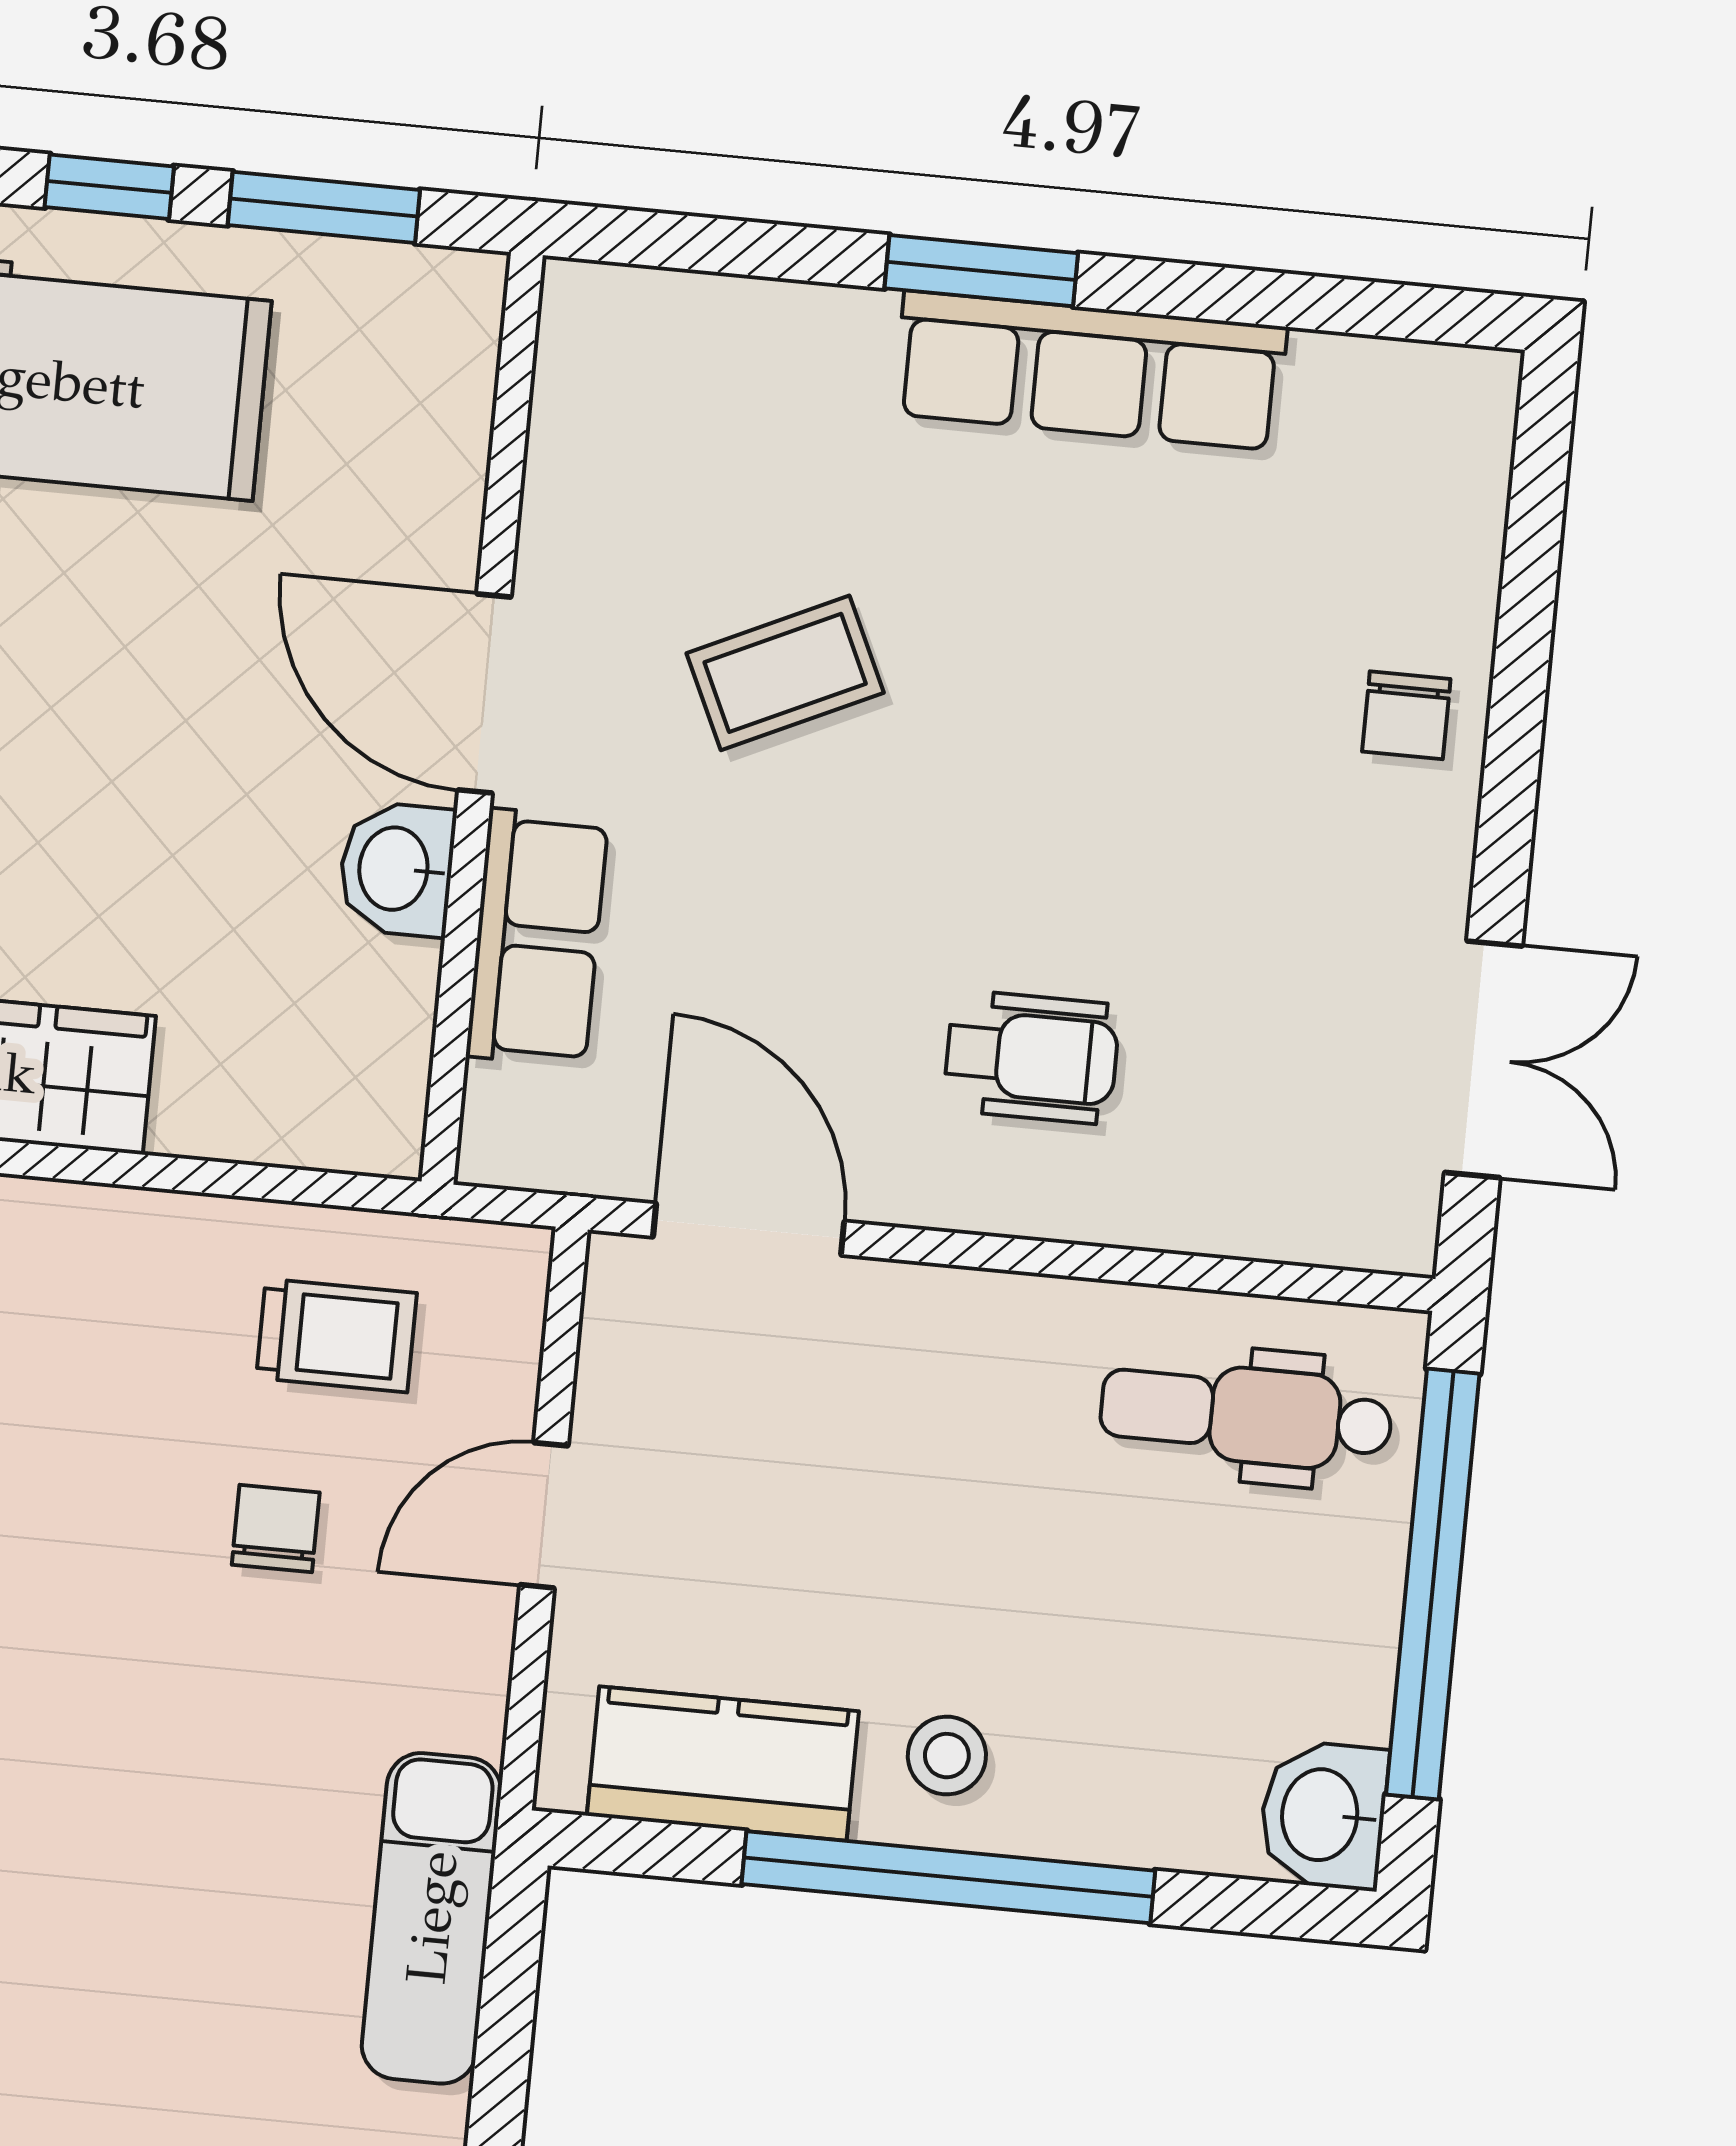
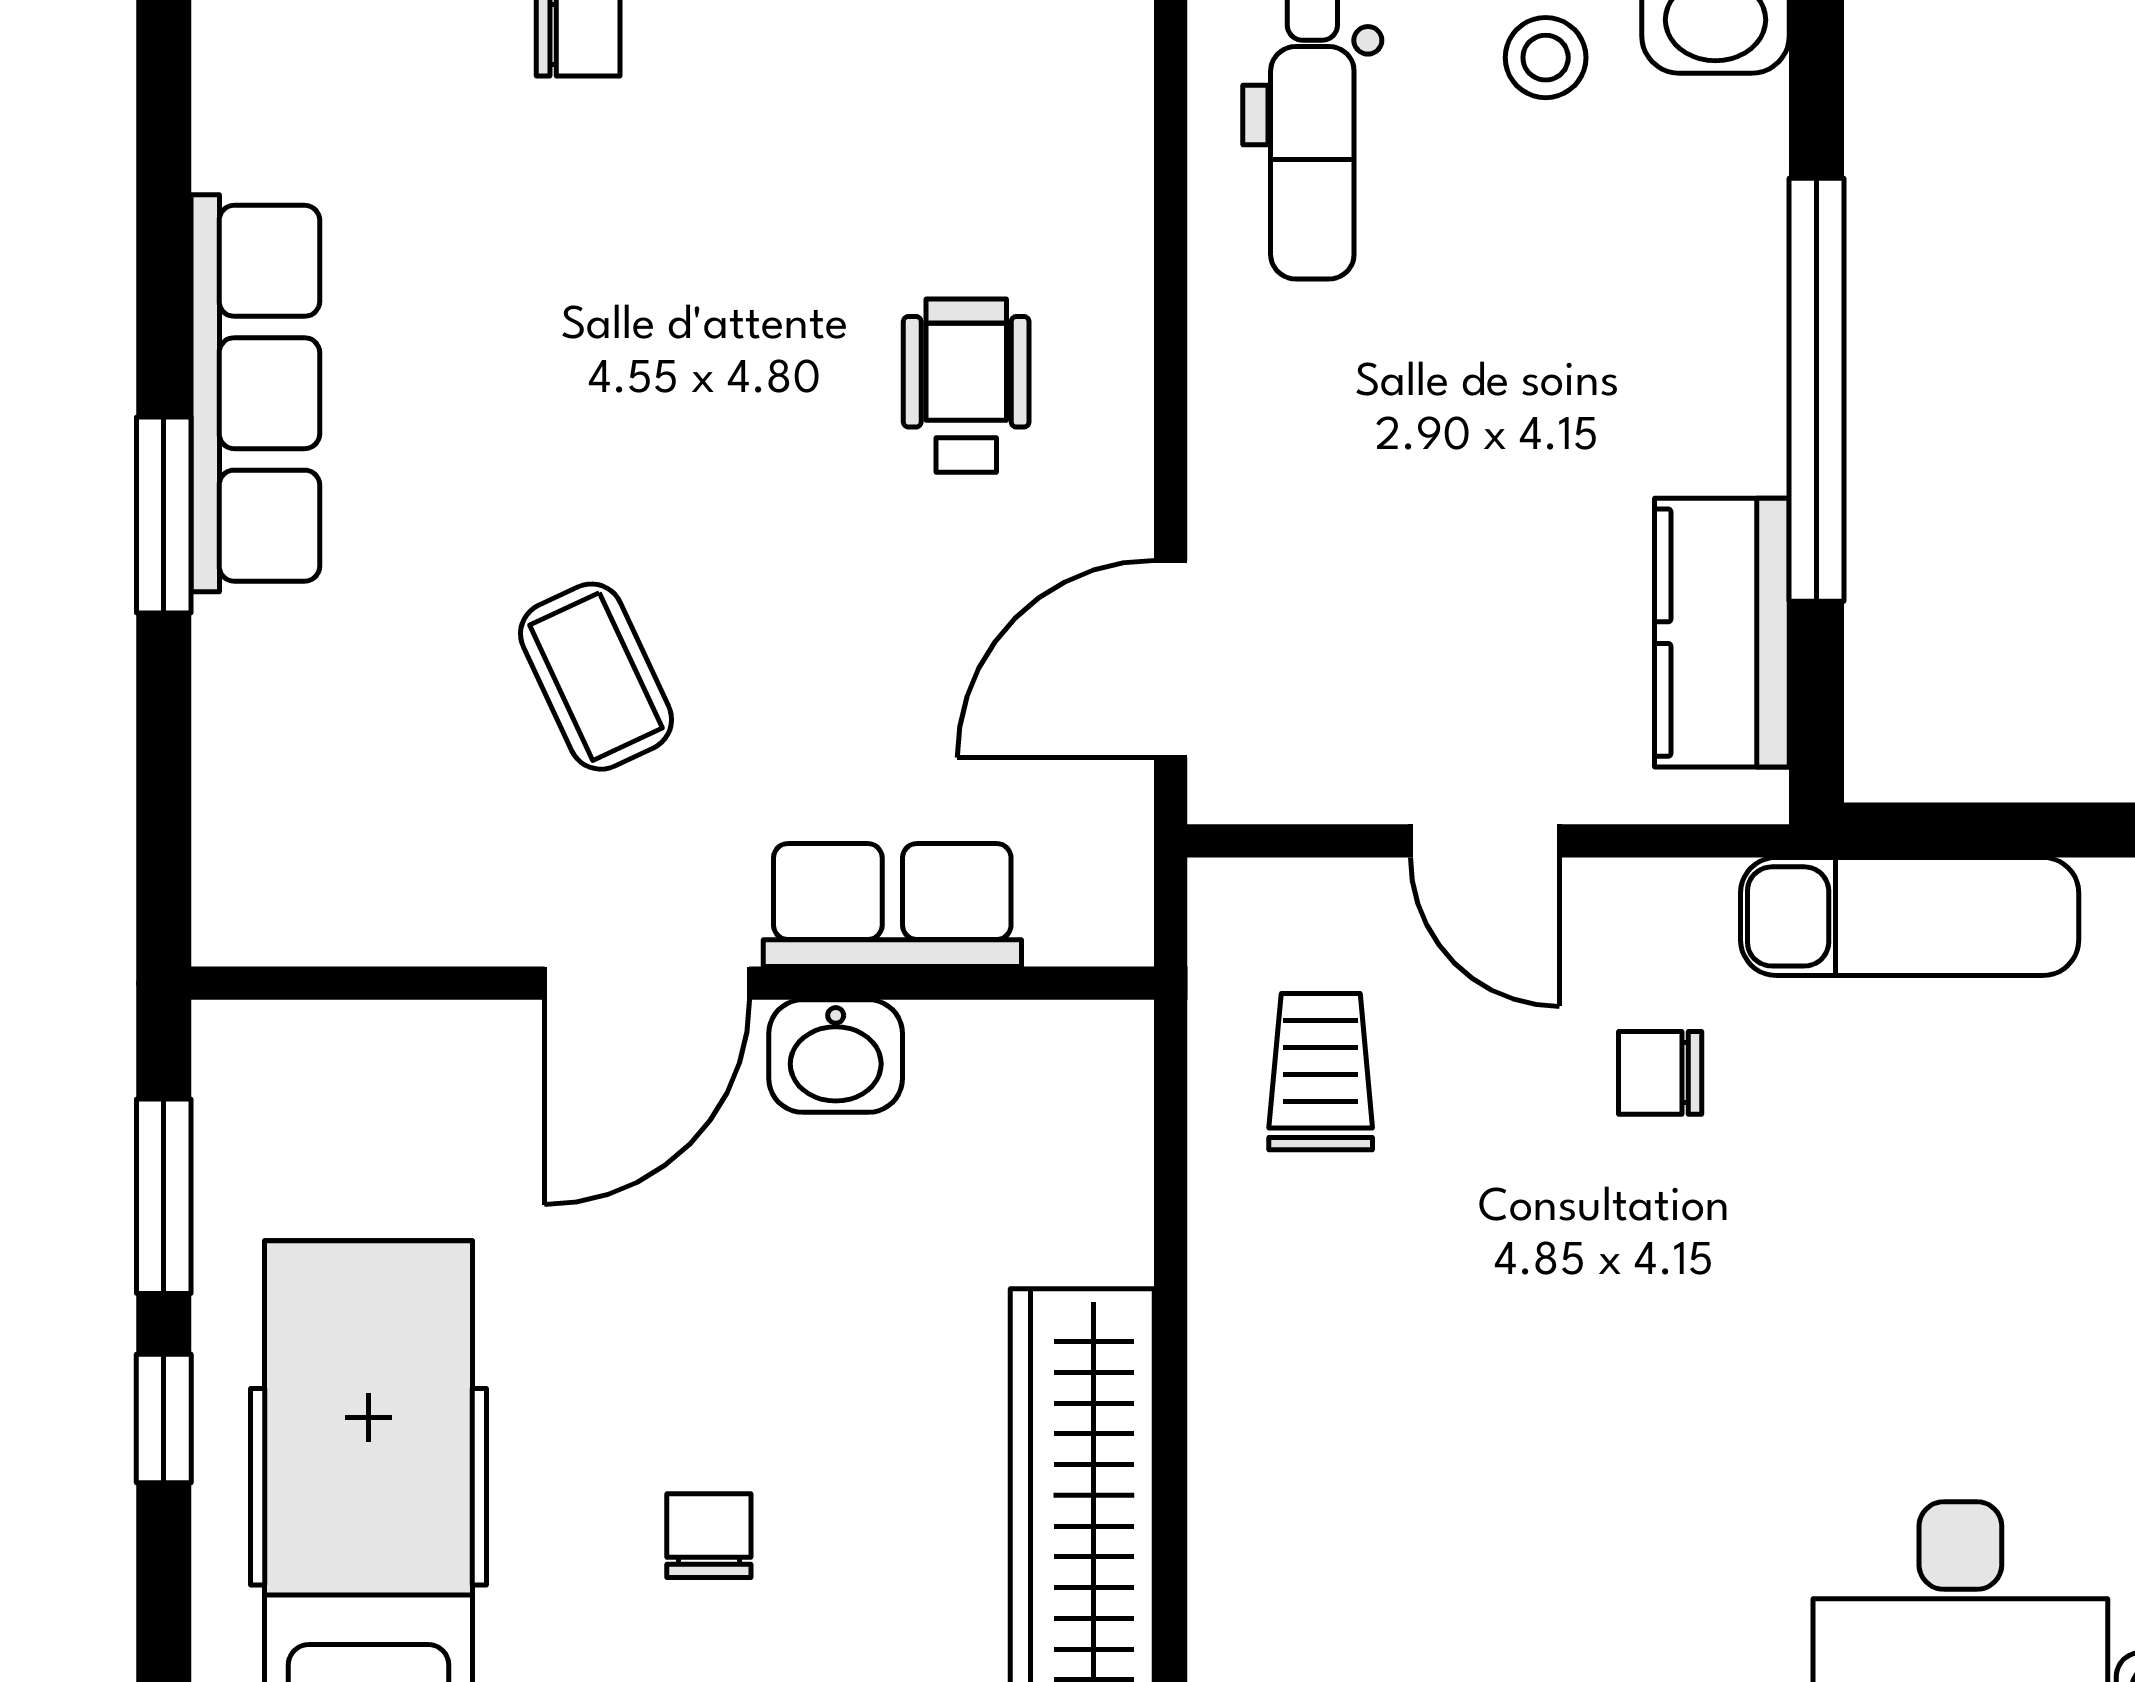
chair: (276, 1529) -> (1660, 1073), moved
stool: (947, 1756) -> (1546, 58), moved

